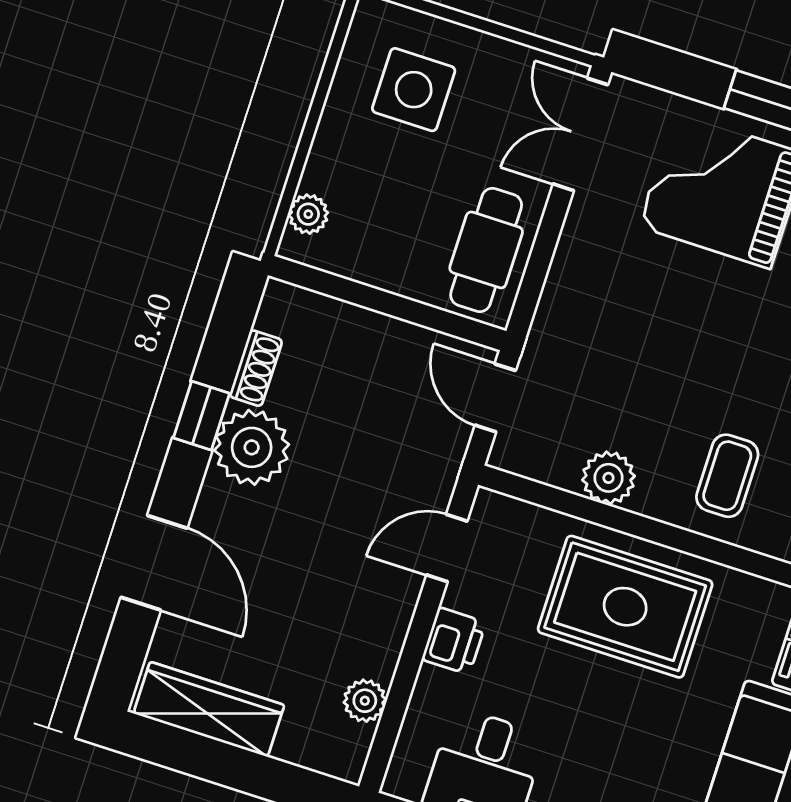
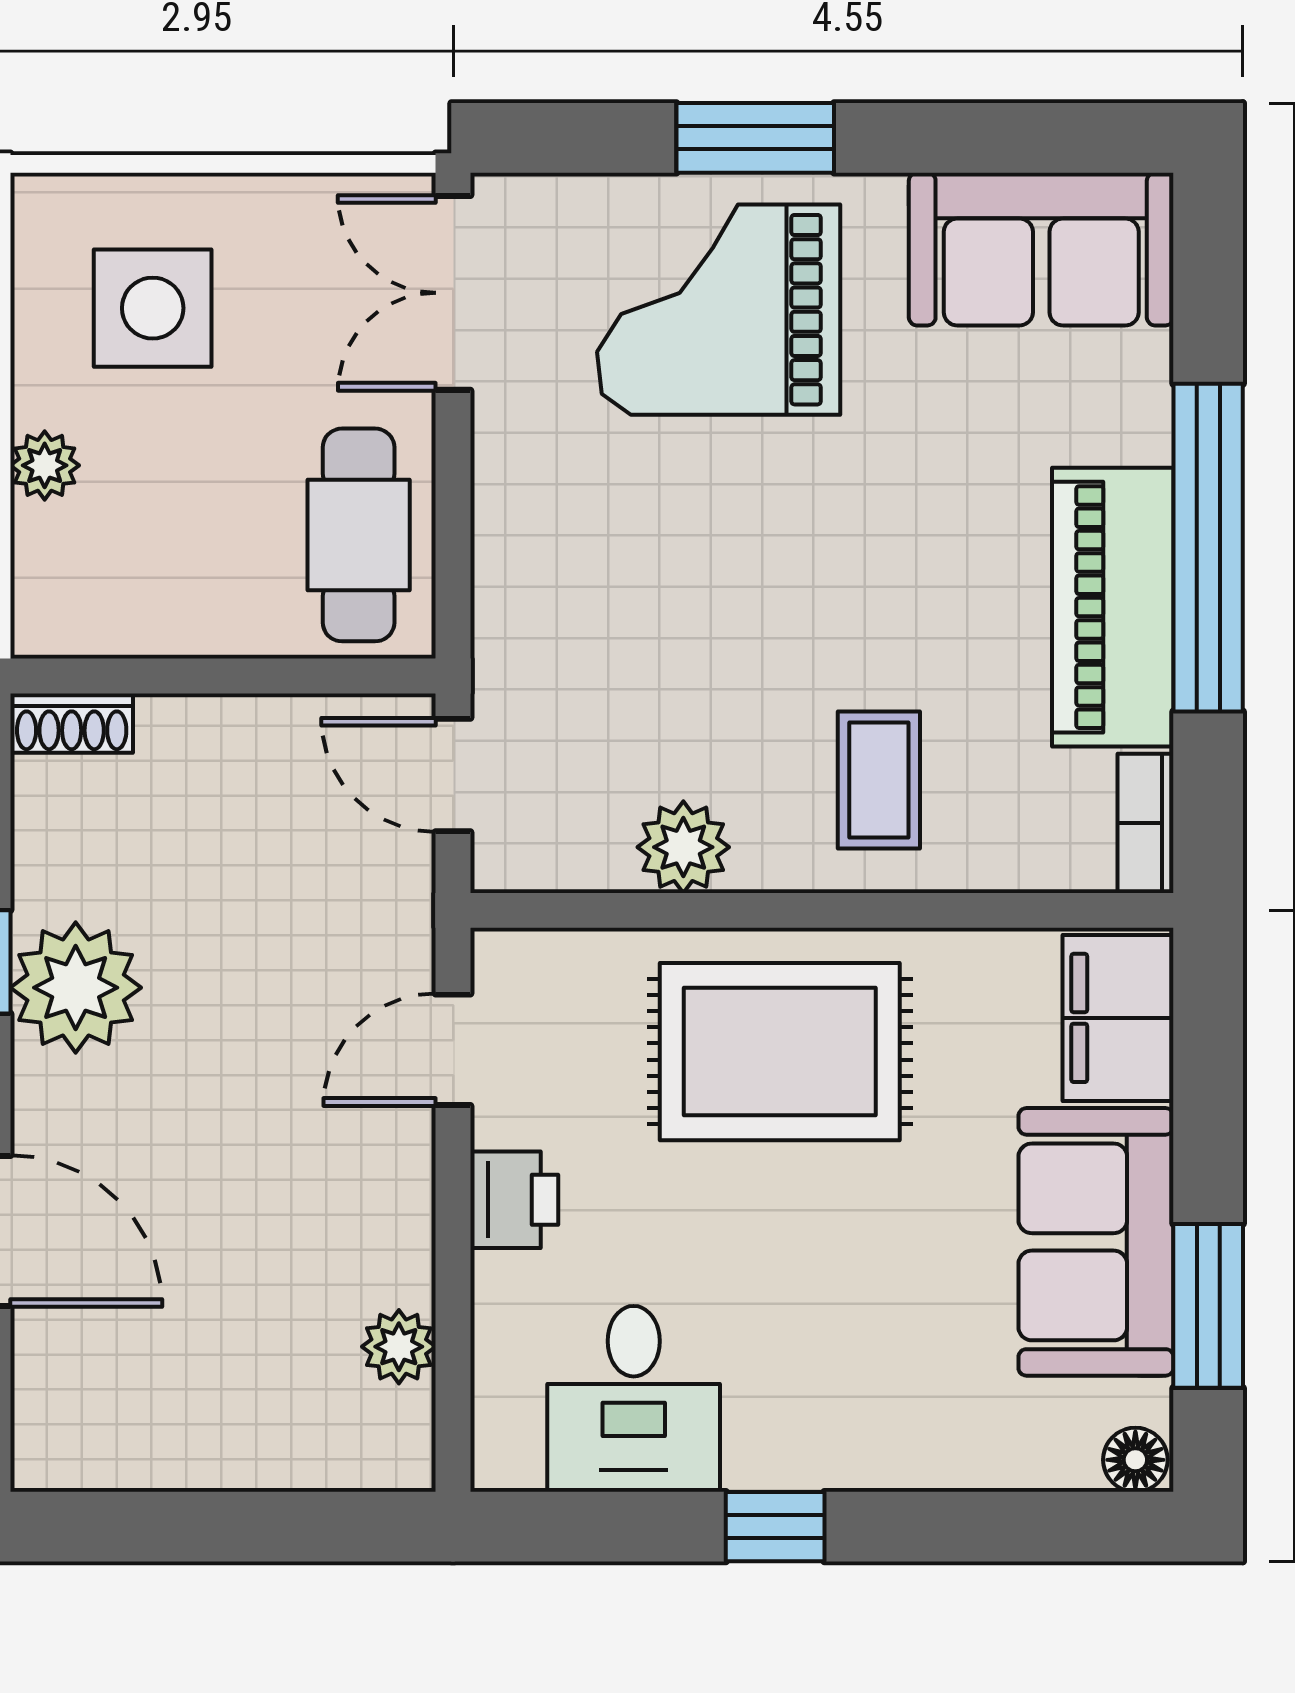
plant: (308, 214) -> (45, 465), moved
shoe rack: (256, 368) -> (72, 723), moved, turned 90
wardrobe: (209, 709) -> (145, 1444), removed

